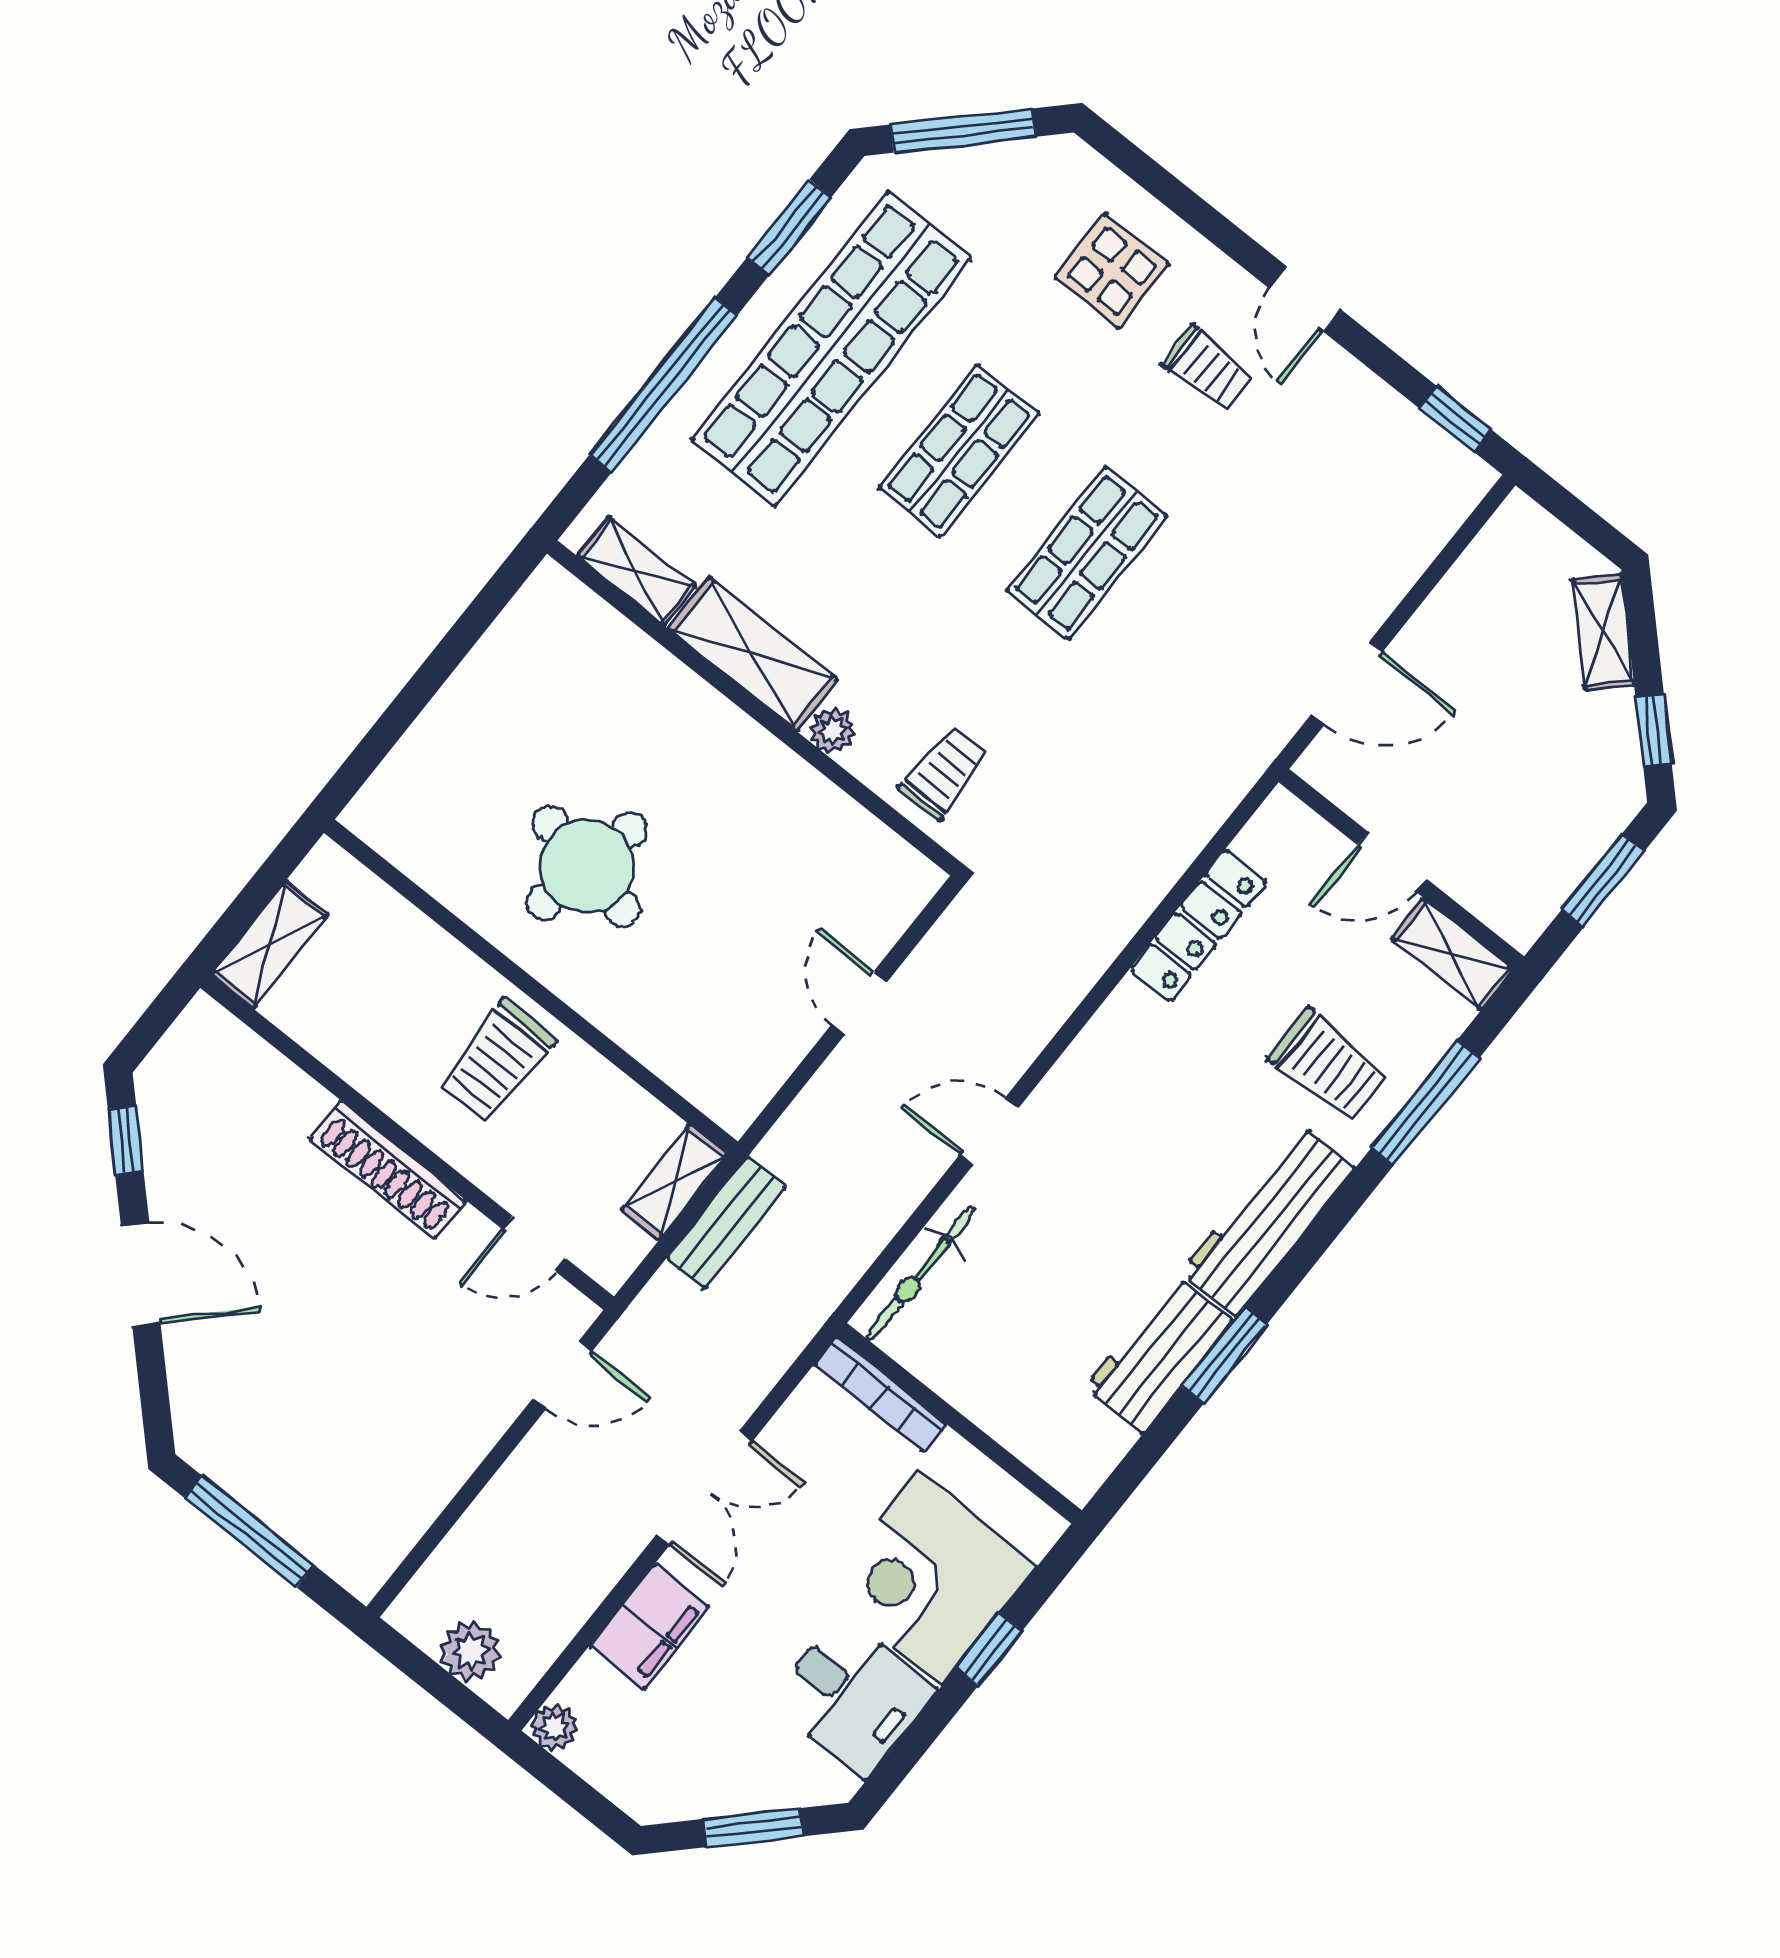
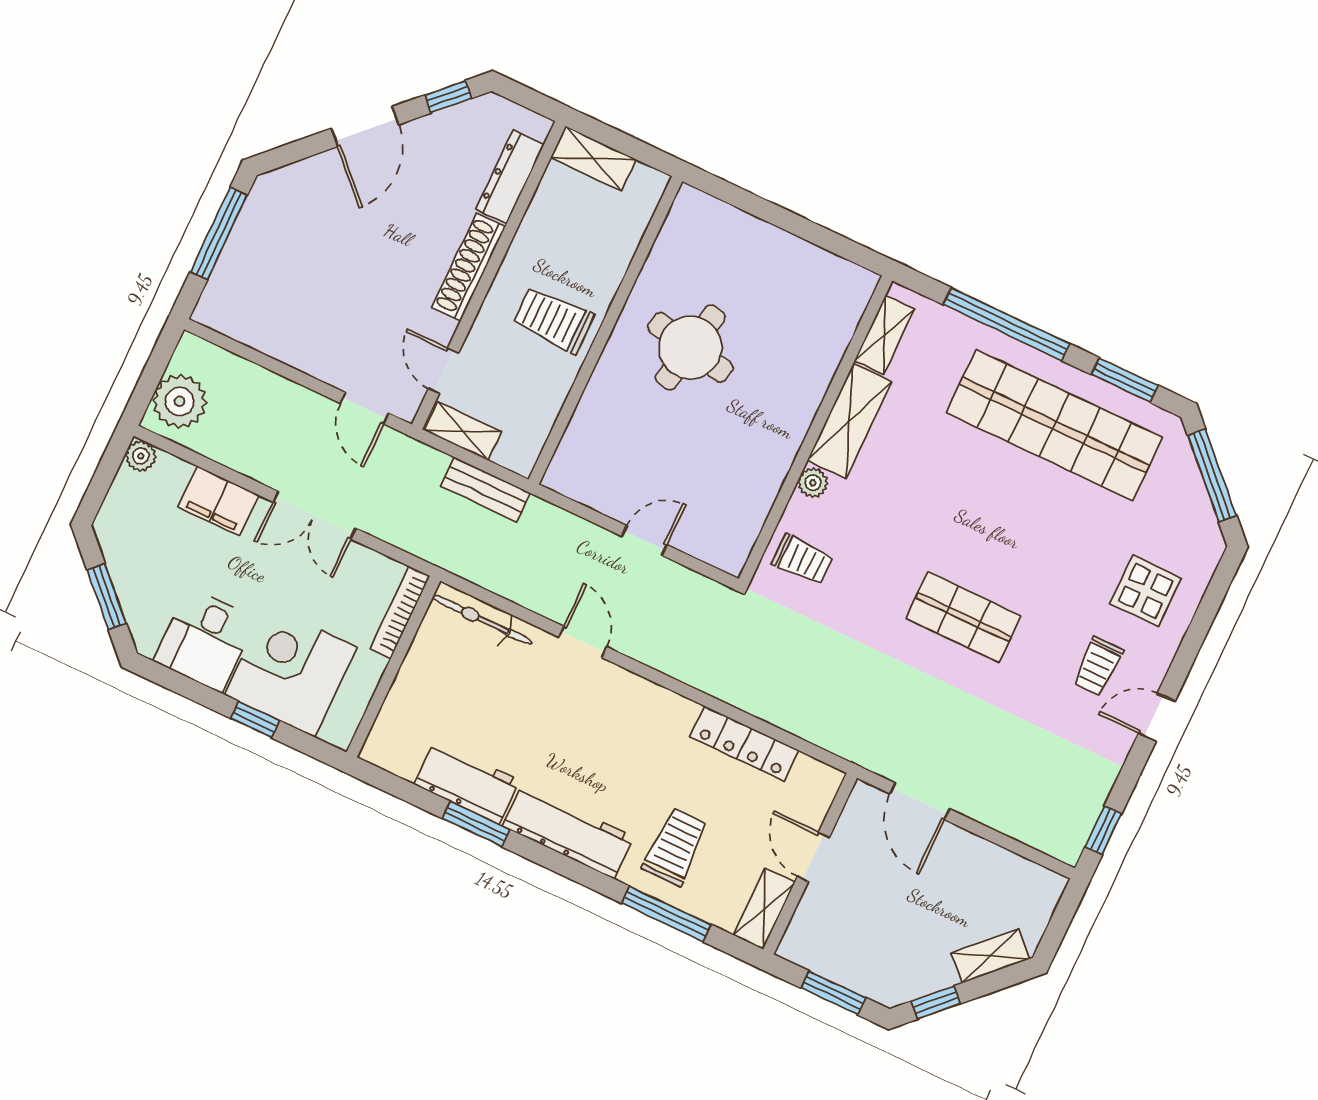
shop shelf: (959, 451) -> (1009, 521), removed
trolley: (1329, 1065) -> (675, 847), turned 180
dresser: (268, 1076) -> (510, 177), added
shelving: (674, 1182) -> (463, 431), moved
plant: (471, 1651) -> (180, 401), width x1.36, depth x1.36

